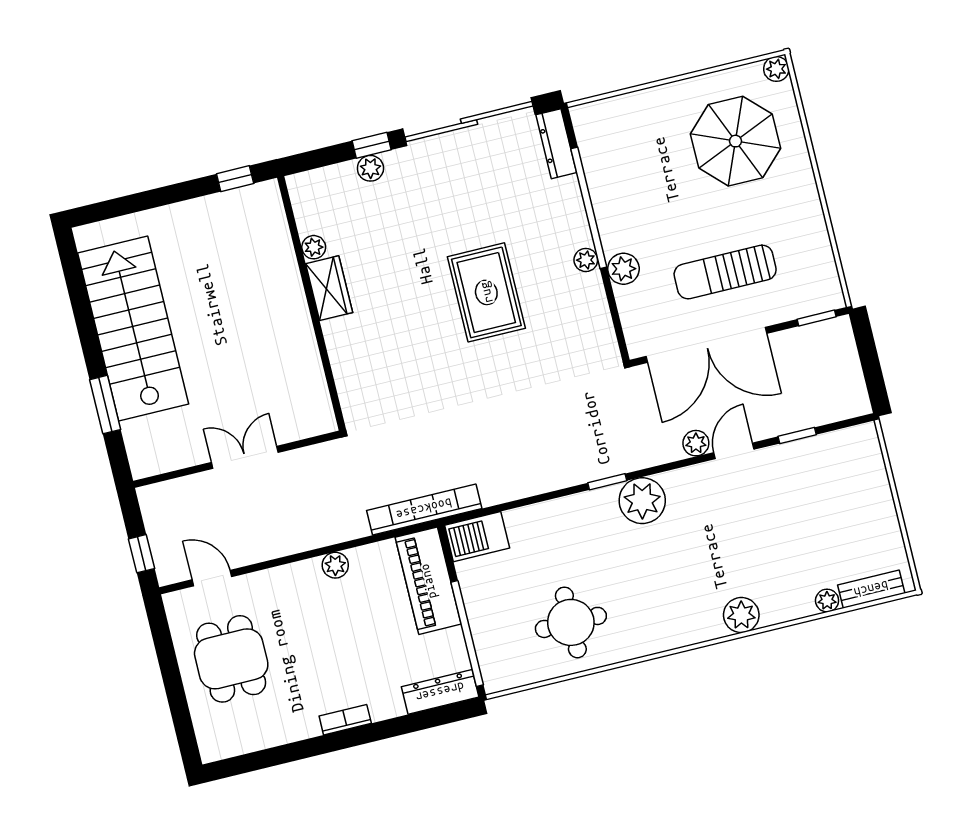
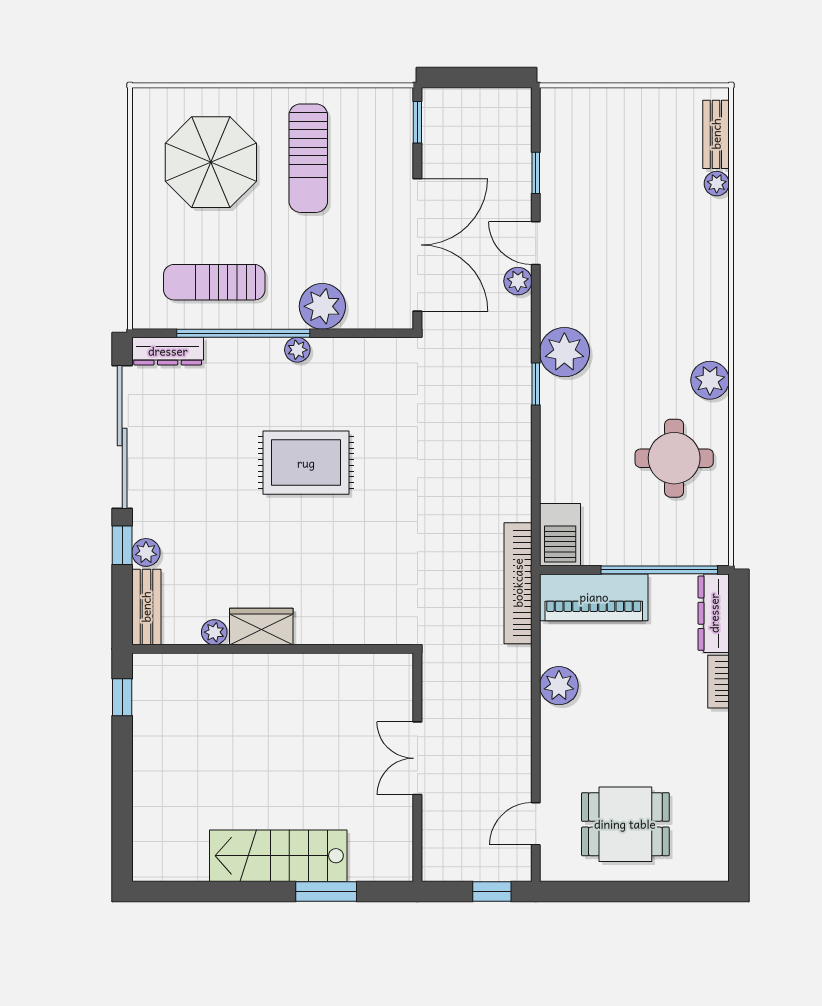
plant: (776, 69) -> (146, 101), removed
sun lounger: (628, 170) -> (214, 282), added
bench: (322, 181) -> (146, 607), added
plant: (623, 269) -> (322, 306), width x1.36, depth x1.36
sun lounger: (725, 272) -> (308, 158), moved
stairs: (133, 328) -> (278, 856), width x0.73, depth x0.66
plant: (335, 565) -> (559, 686), width x1.38, depth x1.38
plant: (741, 615) -> (710, 380), moved
bookcase: (345, 720) -> (718, 682), moved

